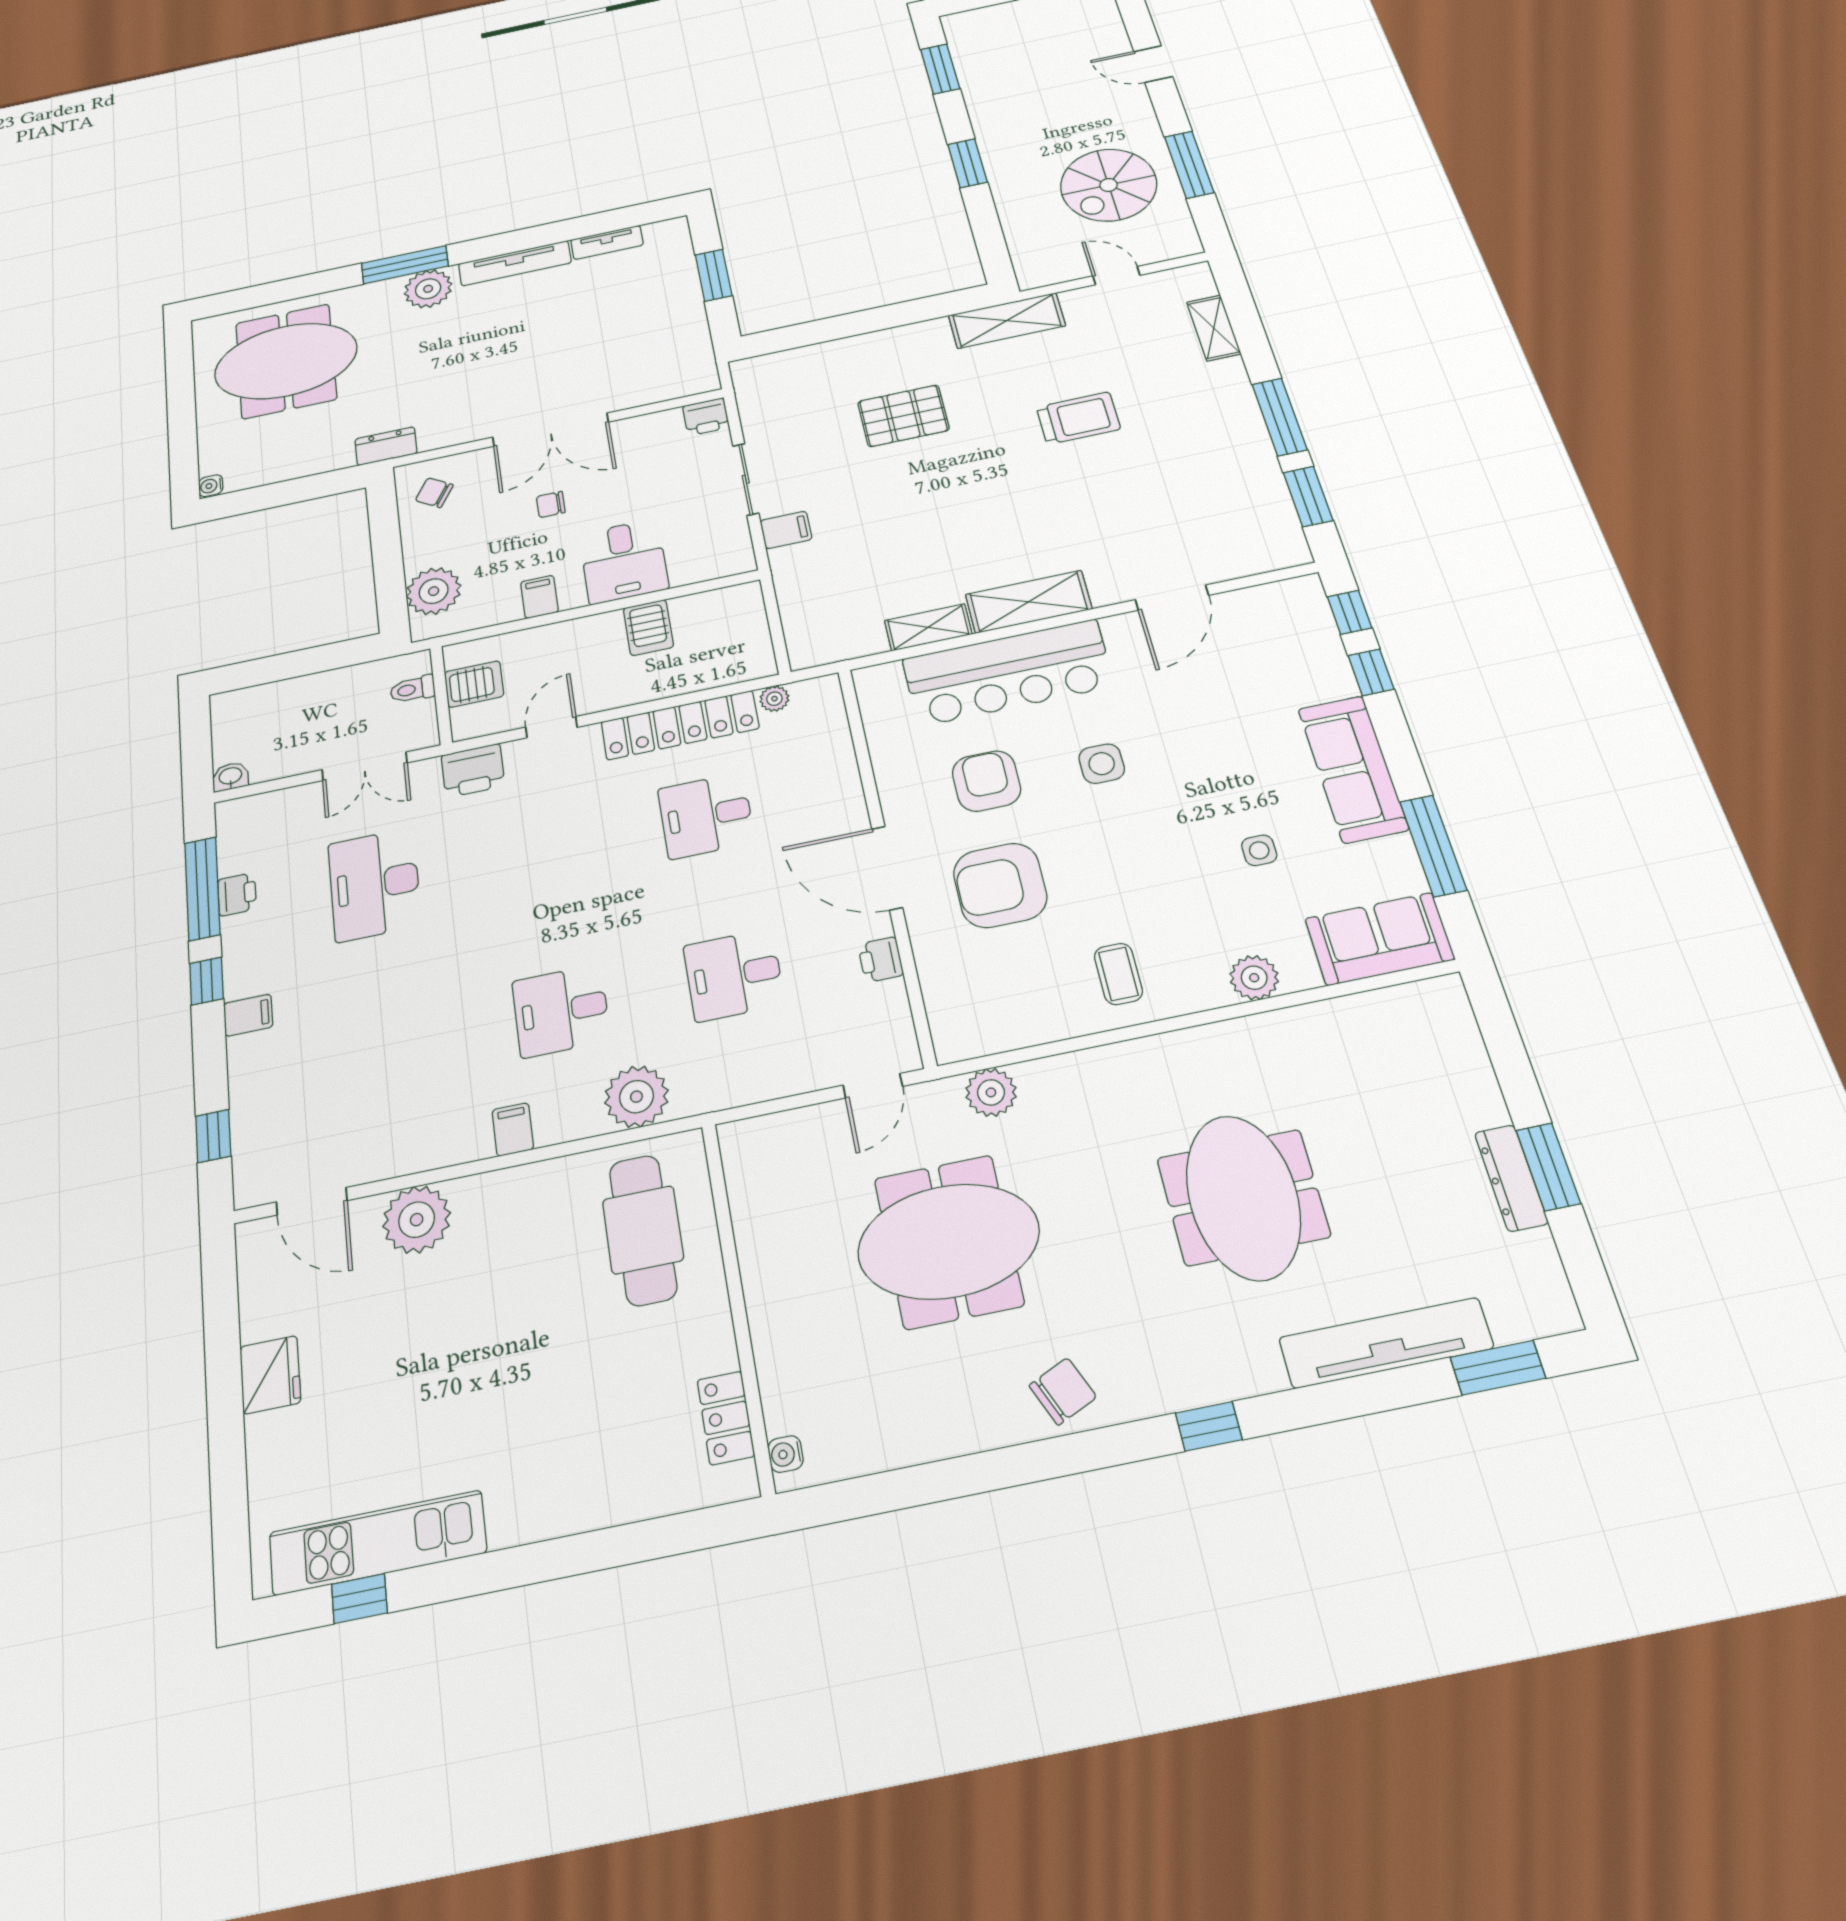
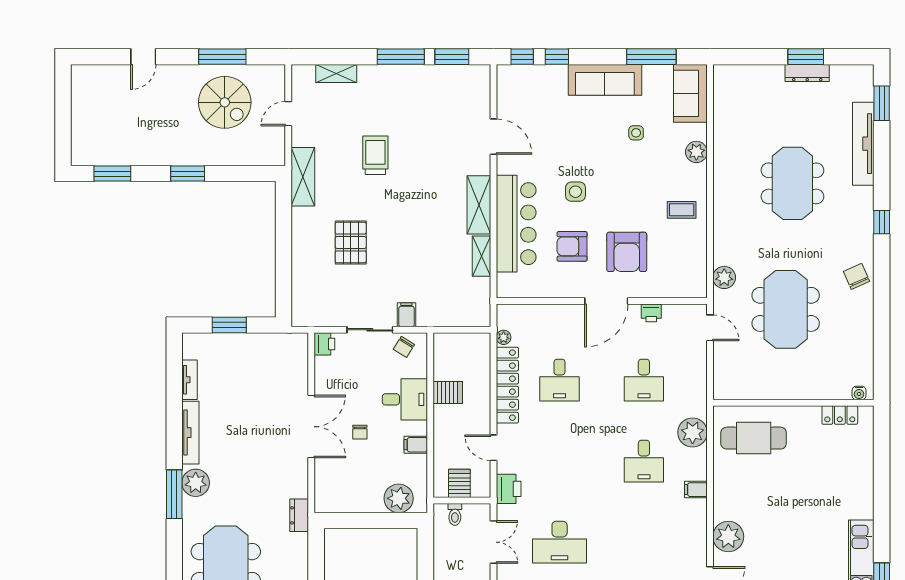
chair: (434, 493) -> (404, 347), moved
meeting table: (1243, 1197) -> (792, 183), turned 90

